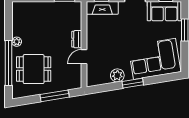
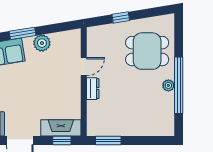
window: (9, 63) -> (179, 85), moved
window: (55, 96) -> (121, 17), width x0.46

